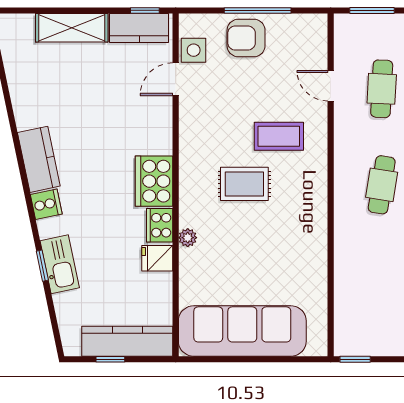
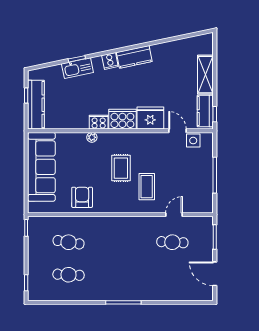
armchair: (246, 38) -> (82, 197), moved
cafe table: (382, 185) -> (69, 242), moved
fridge: (157, 258) -> (150, 118), moved, width x1.88, depth x1.34

